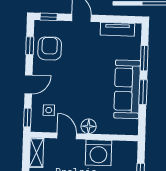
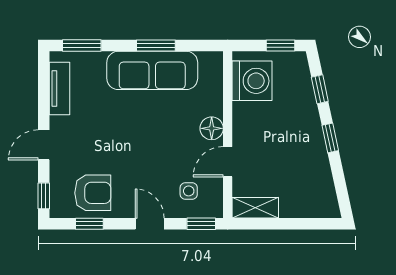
armchair: (50, 48) -> (93, 193), turned 180
window: (144, 58) -> (82, 46), moved
washing machine: (99, 153) -> (252, 81), moved

